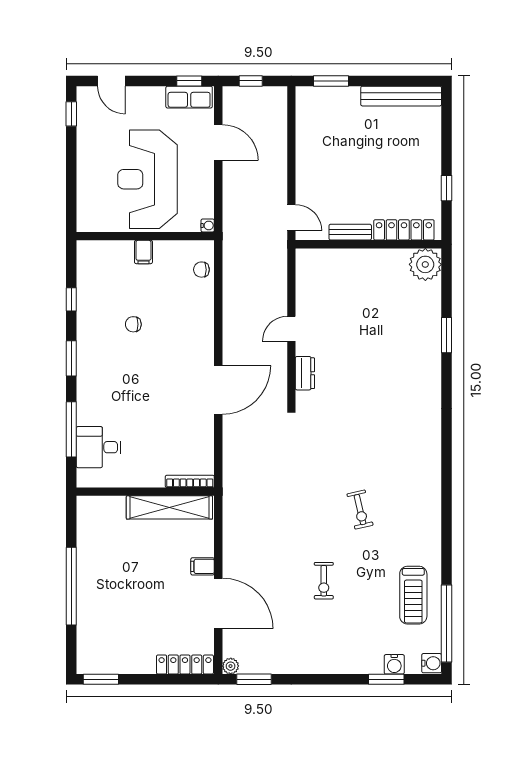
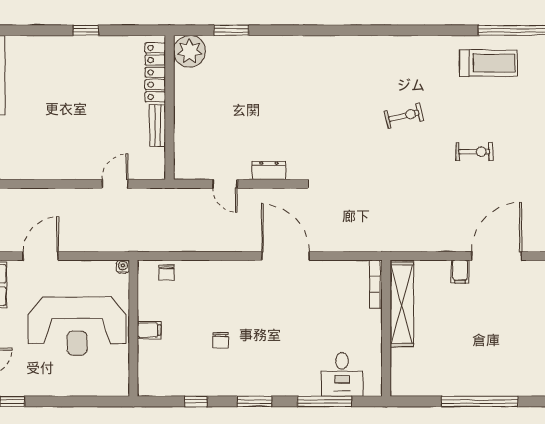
locker: (404, 230) -> (155, 72), moved
bench: (350, 232) -> (158, 126), moved
wall: (368, 244) -> (169, 108), moved
plant: (425, 264) -> (189, 51), moved

